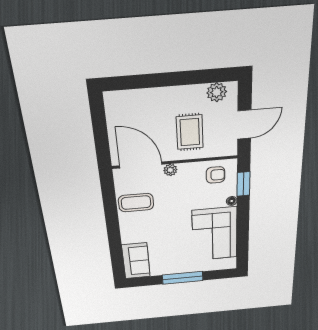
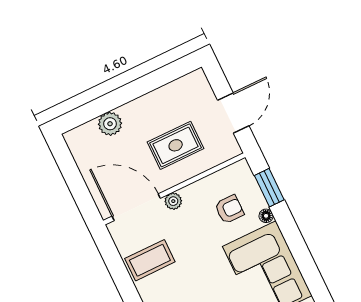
plant: (217, 92) -> (110, 124), moved
rug: (190, 132) -> (176, 145), turned 90
armchair: (215, 175) -> (229, 209), moved

